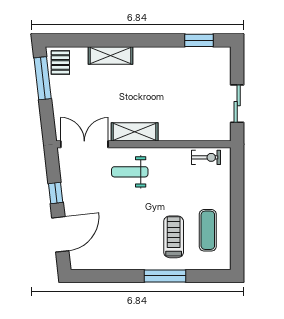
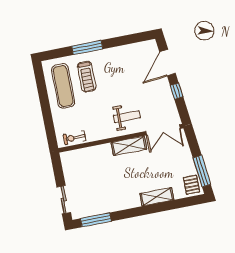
window: (199, 40) -> (96, 220), width x1.44
sliding door: (237, 104) -> (64, 200), moved
exercise mat: (208, 230) -> (63, 86), width x1.36, depth x1.45

